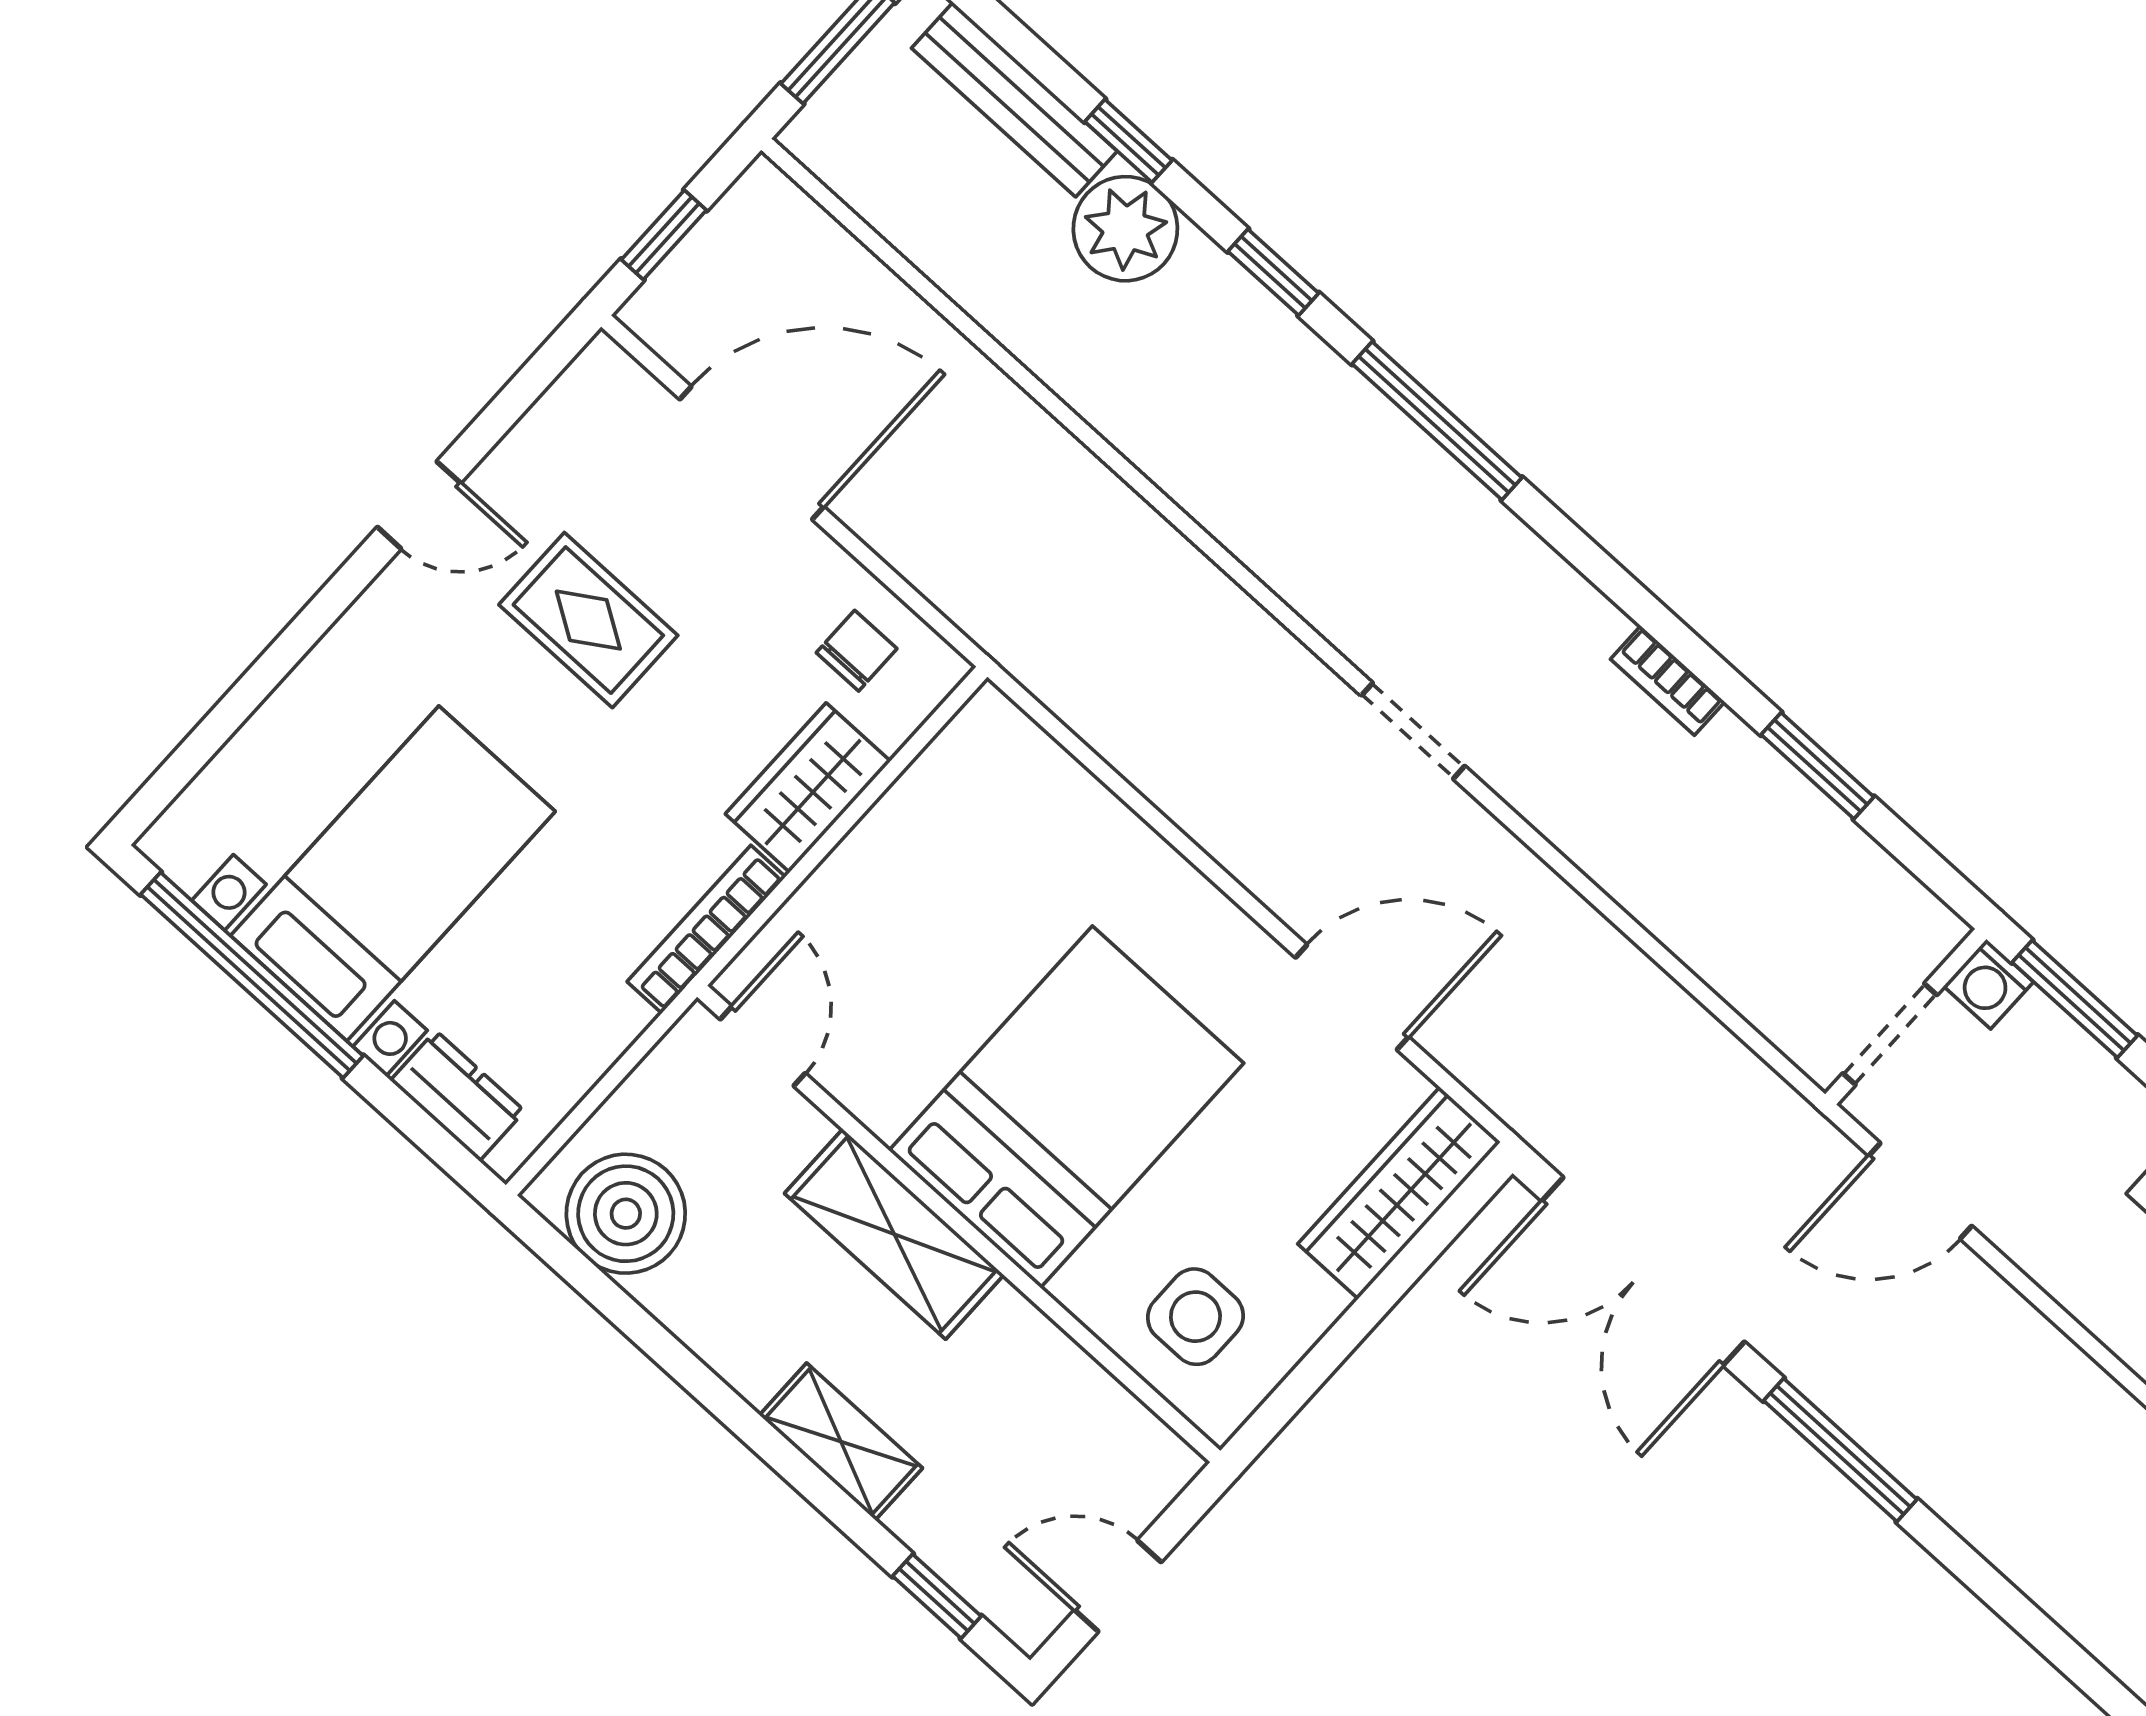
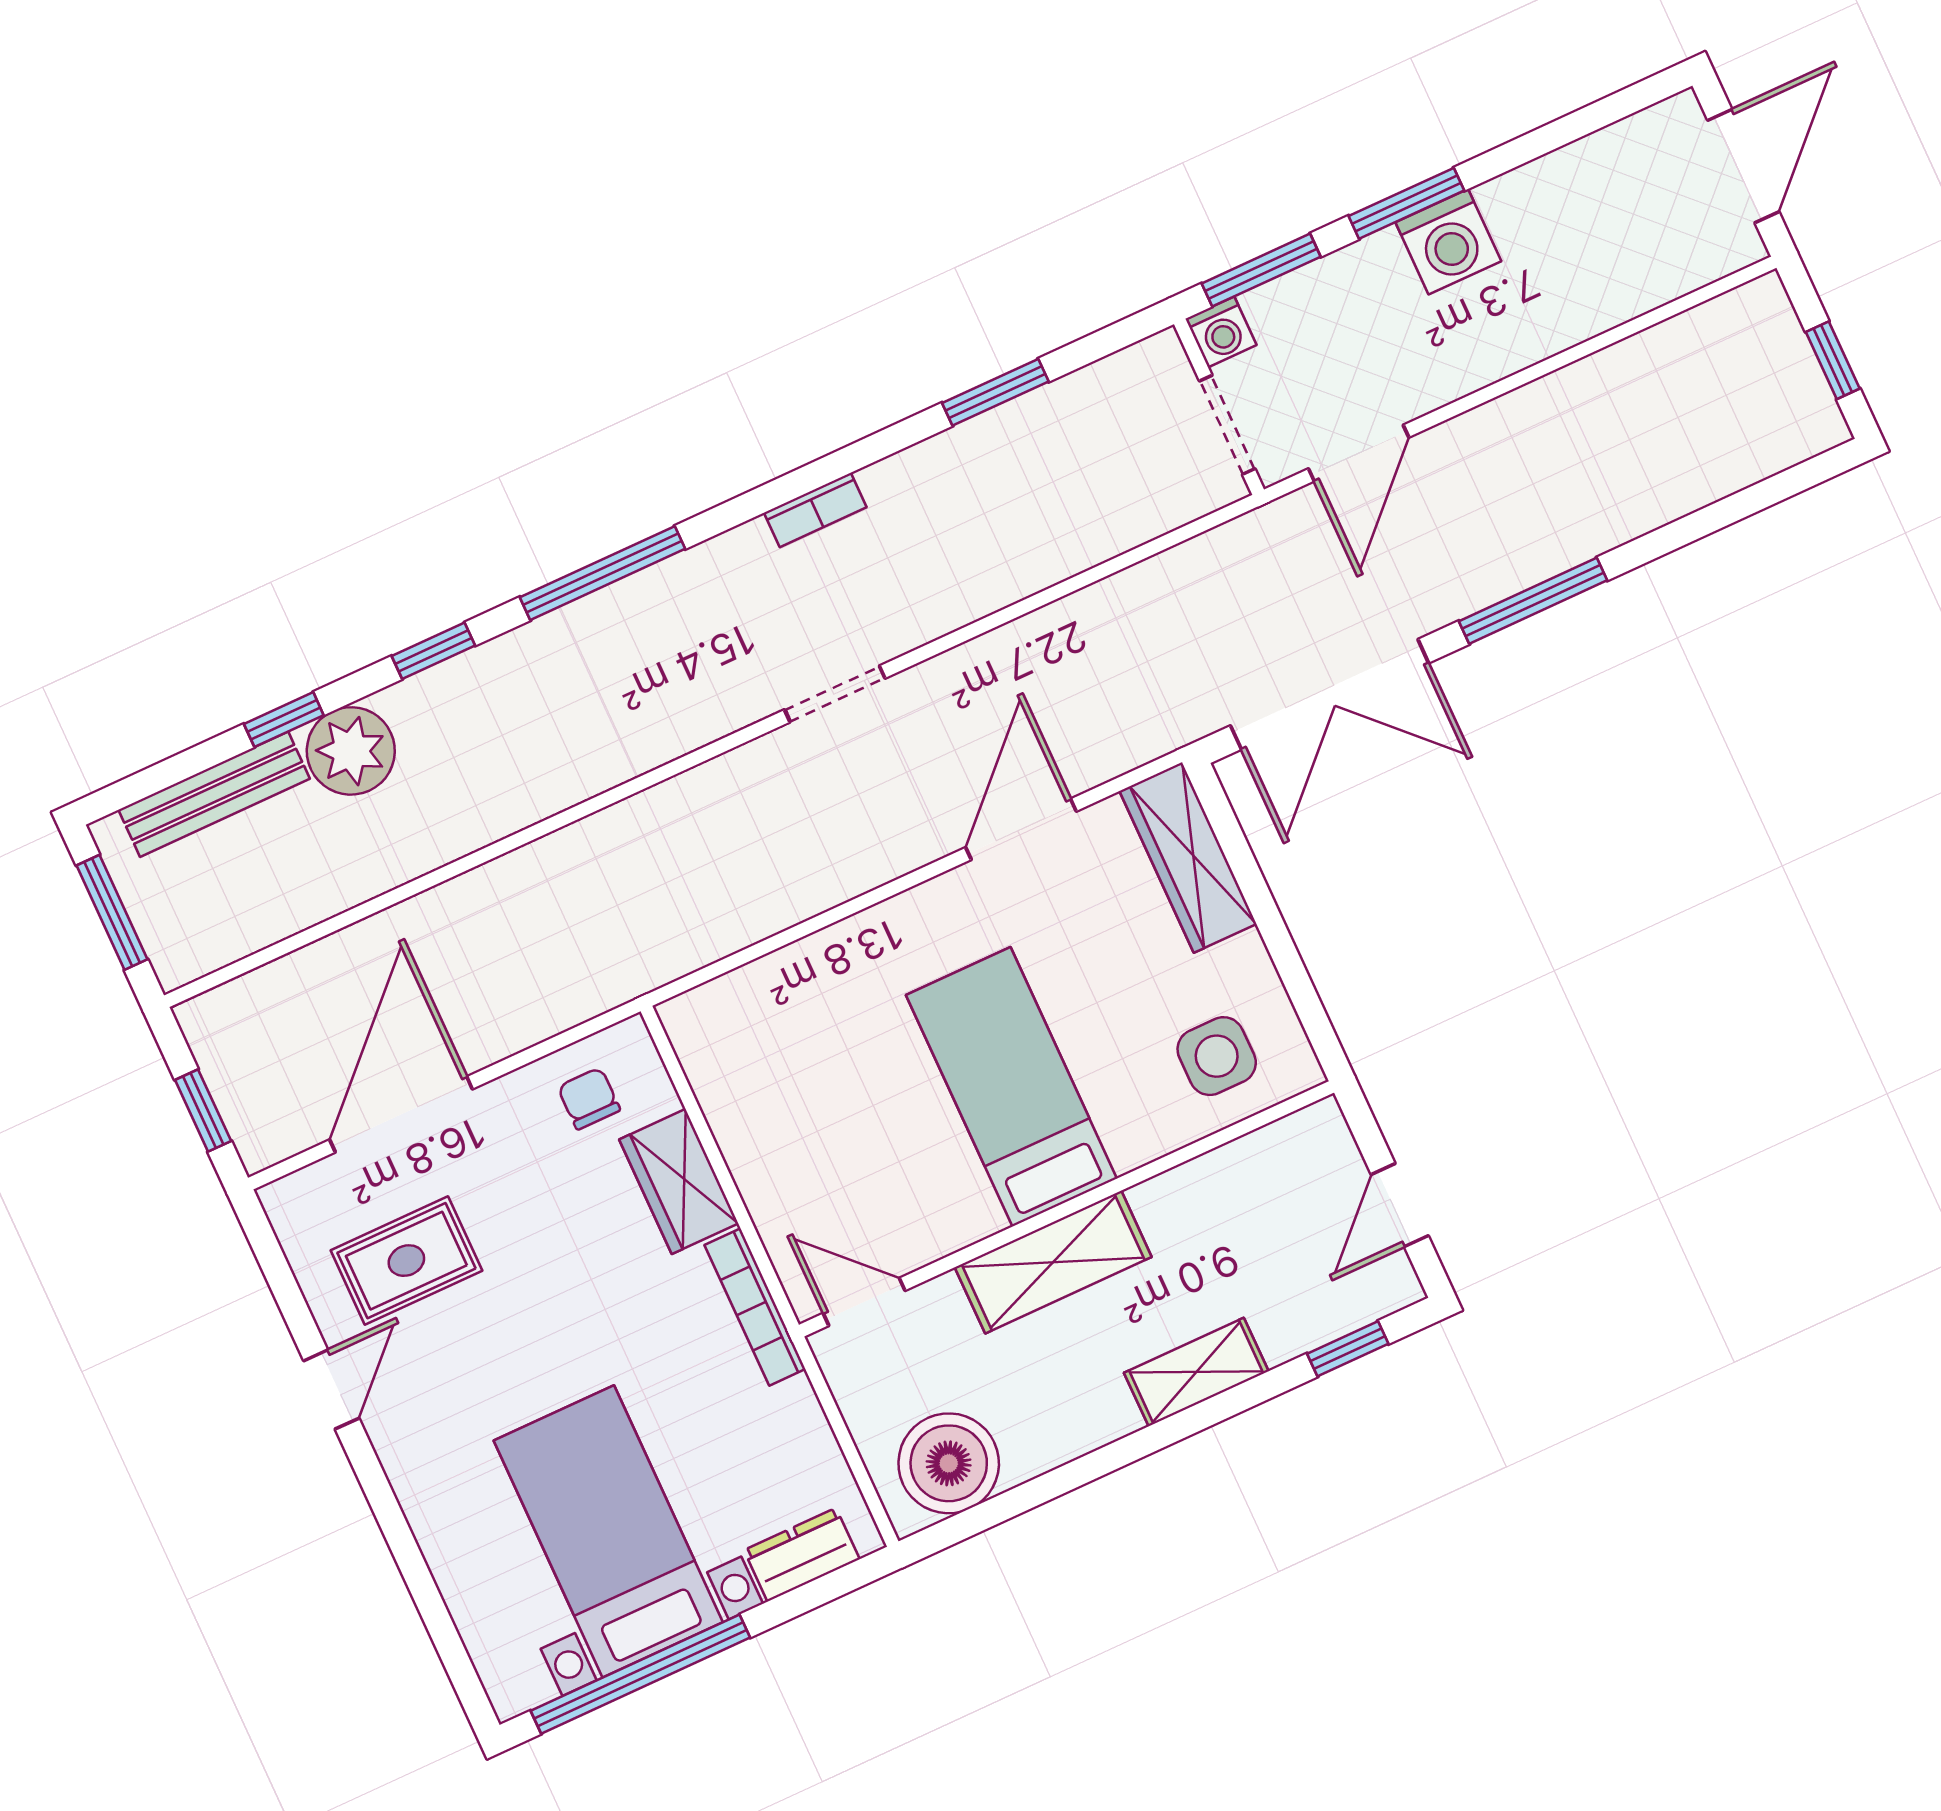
rug: (588, 620) -> (406, 1261), moved
bookcase: (1668, 681) -> (815, 510), moved
bed: (1066, 1107) -> (1011, 1087), width x0.67

